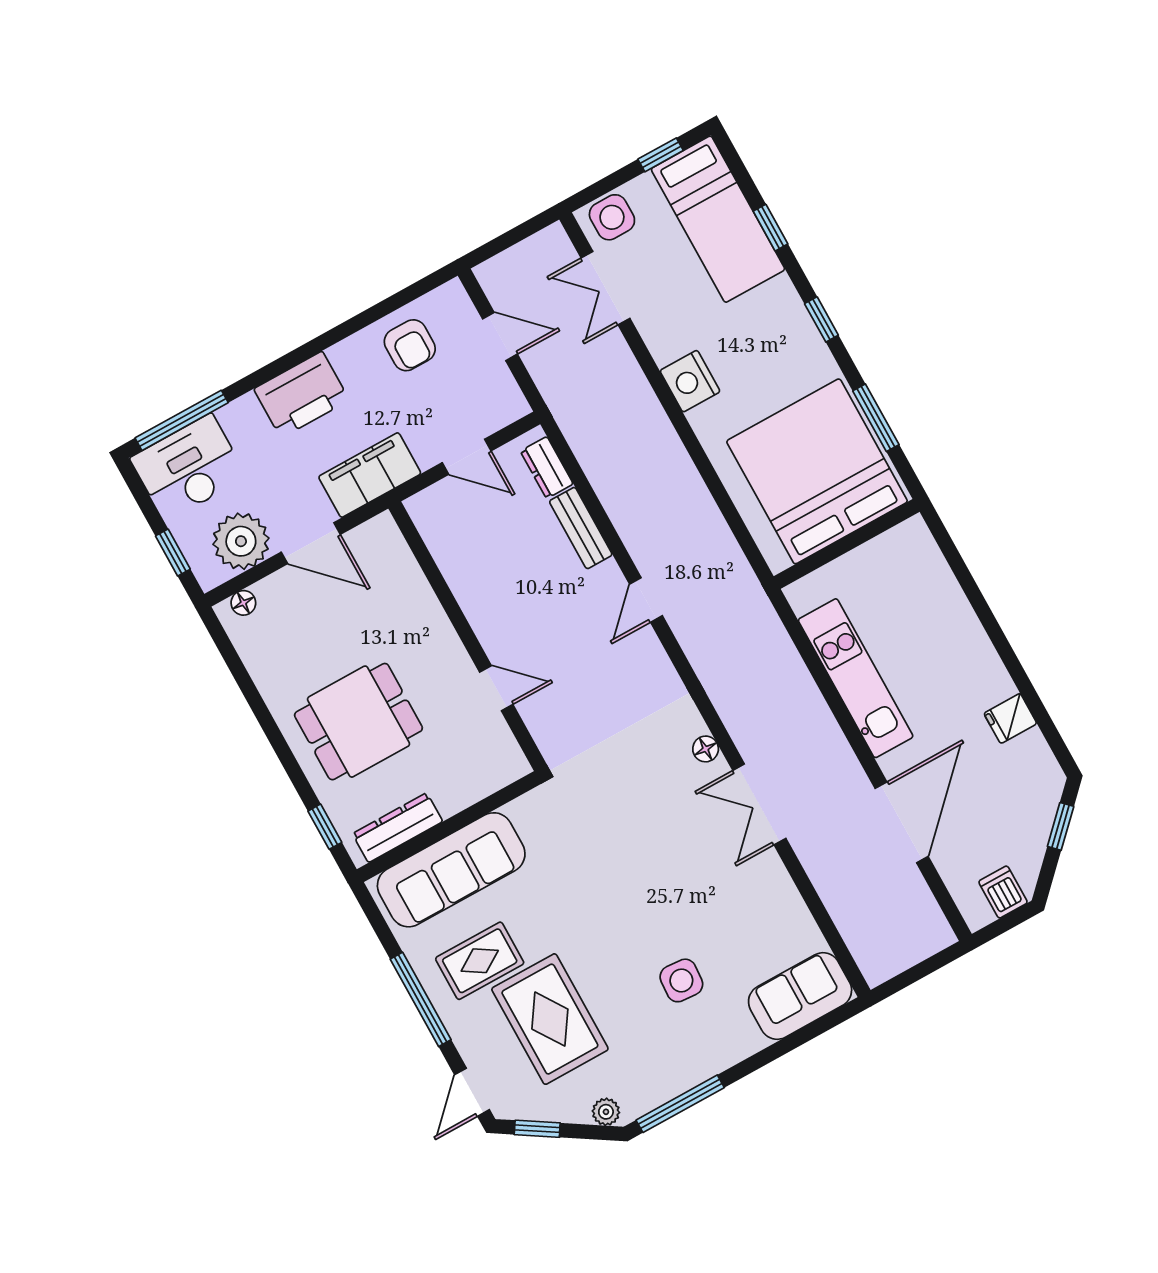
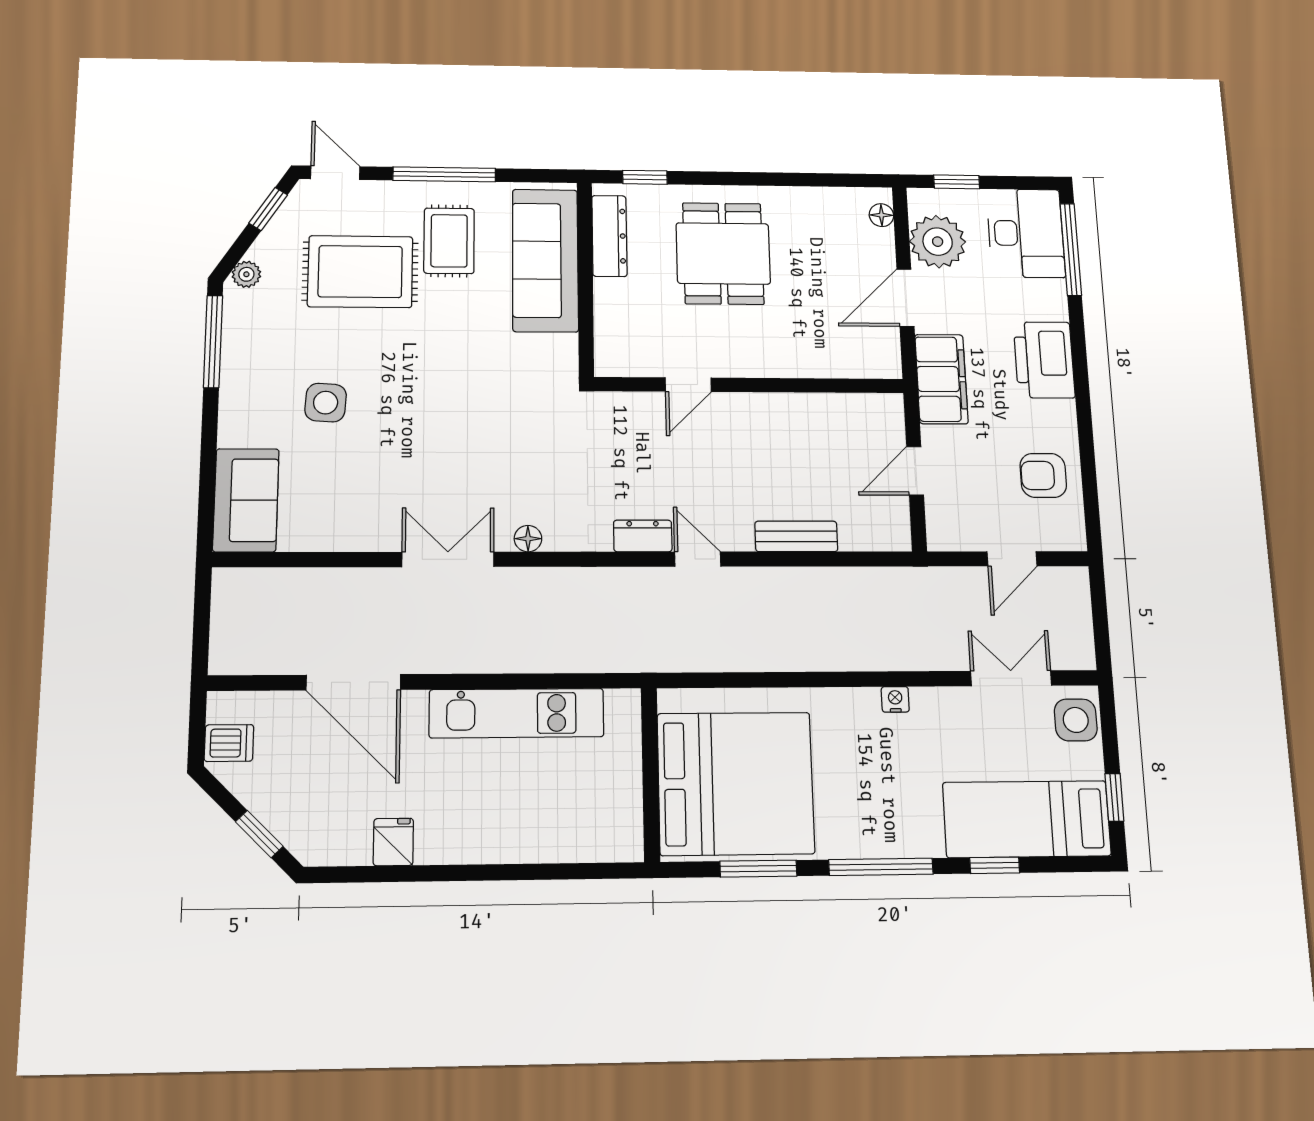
window: (821, 319) -> (881, 867), width x2.17
nightstand: (690, 381) -> (895, 699), width x0.53, depth x0.56
dresser: (547, 468) -> (643, 536), moved

